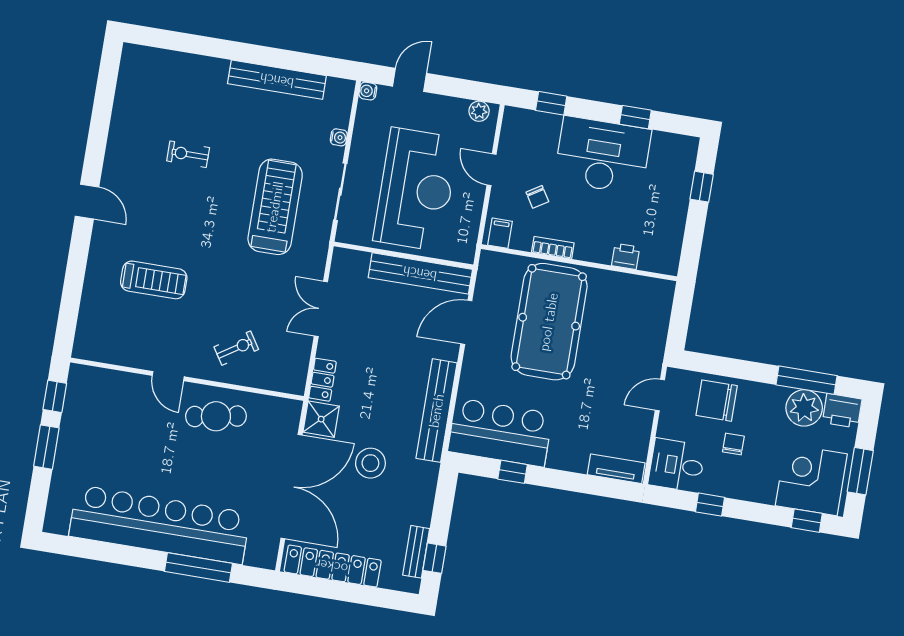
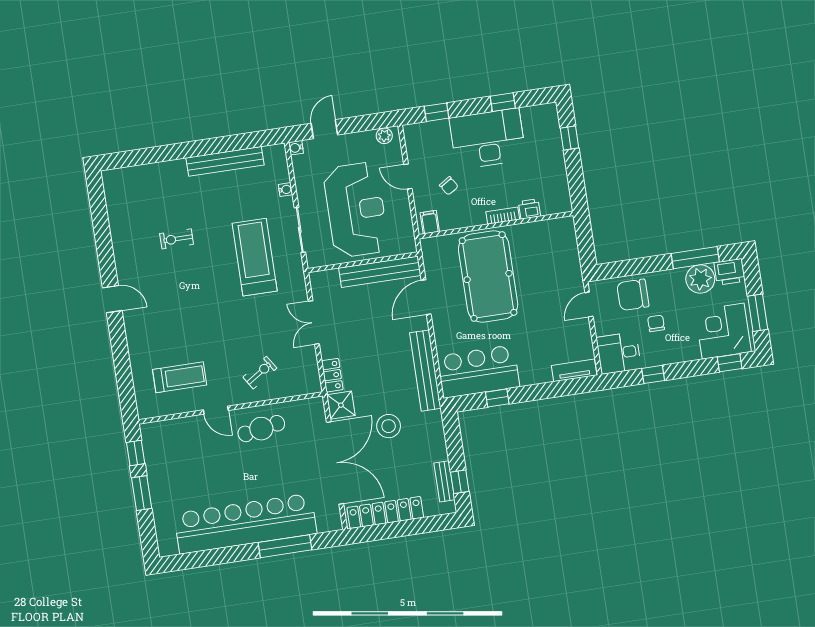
bookcase: (553, 248) -> (503, 216), moved
treadmill: (154, 280) -> (180, 377), moved

